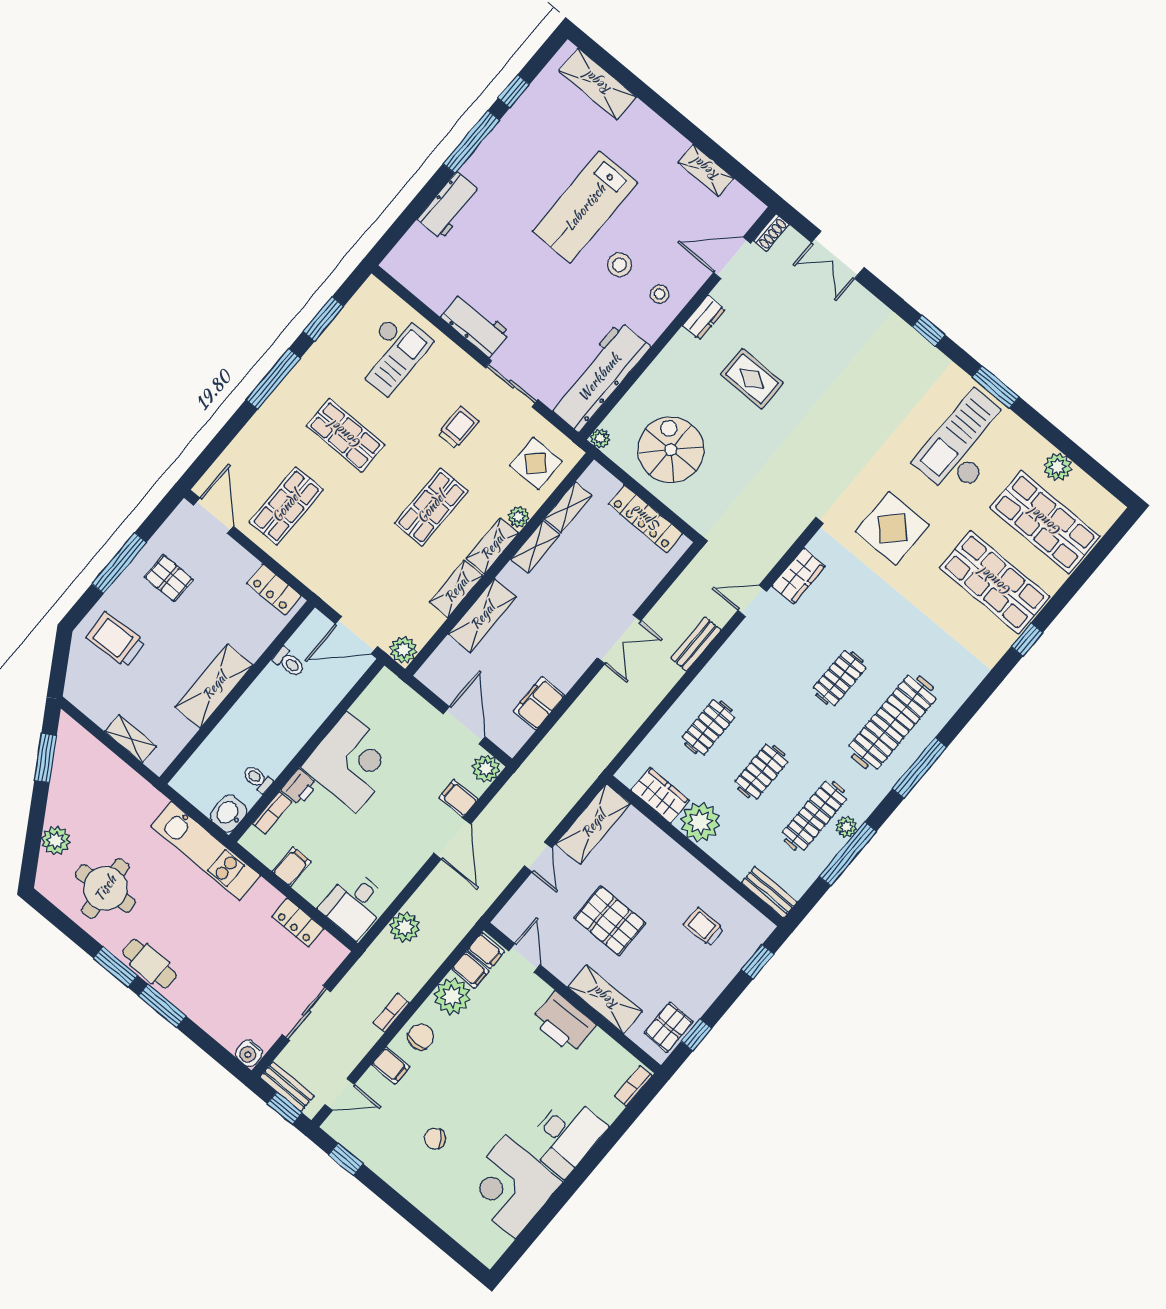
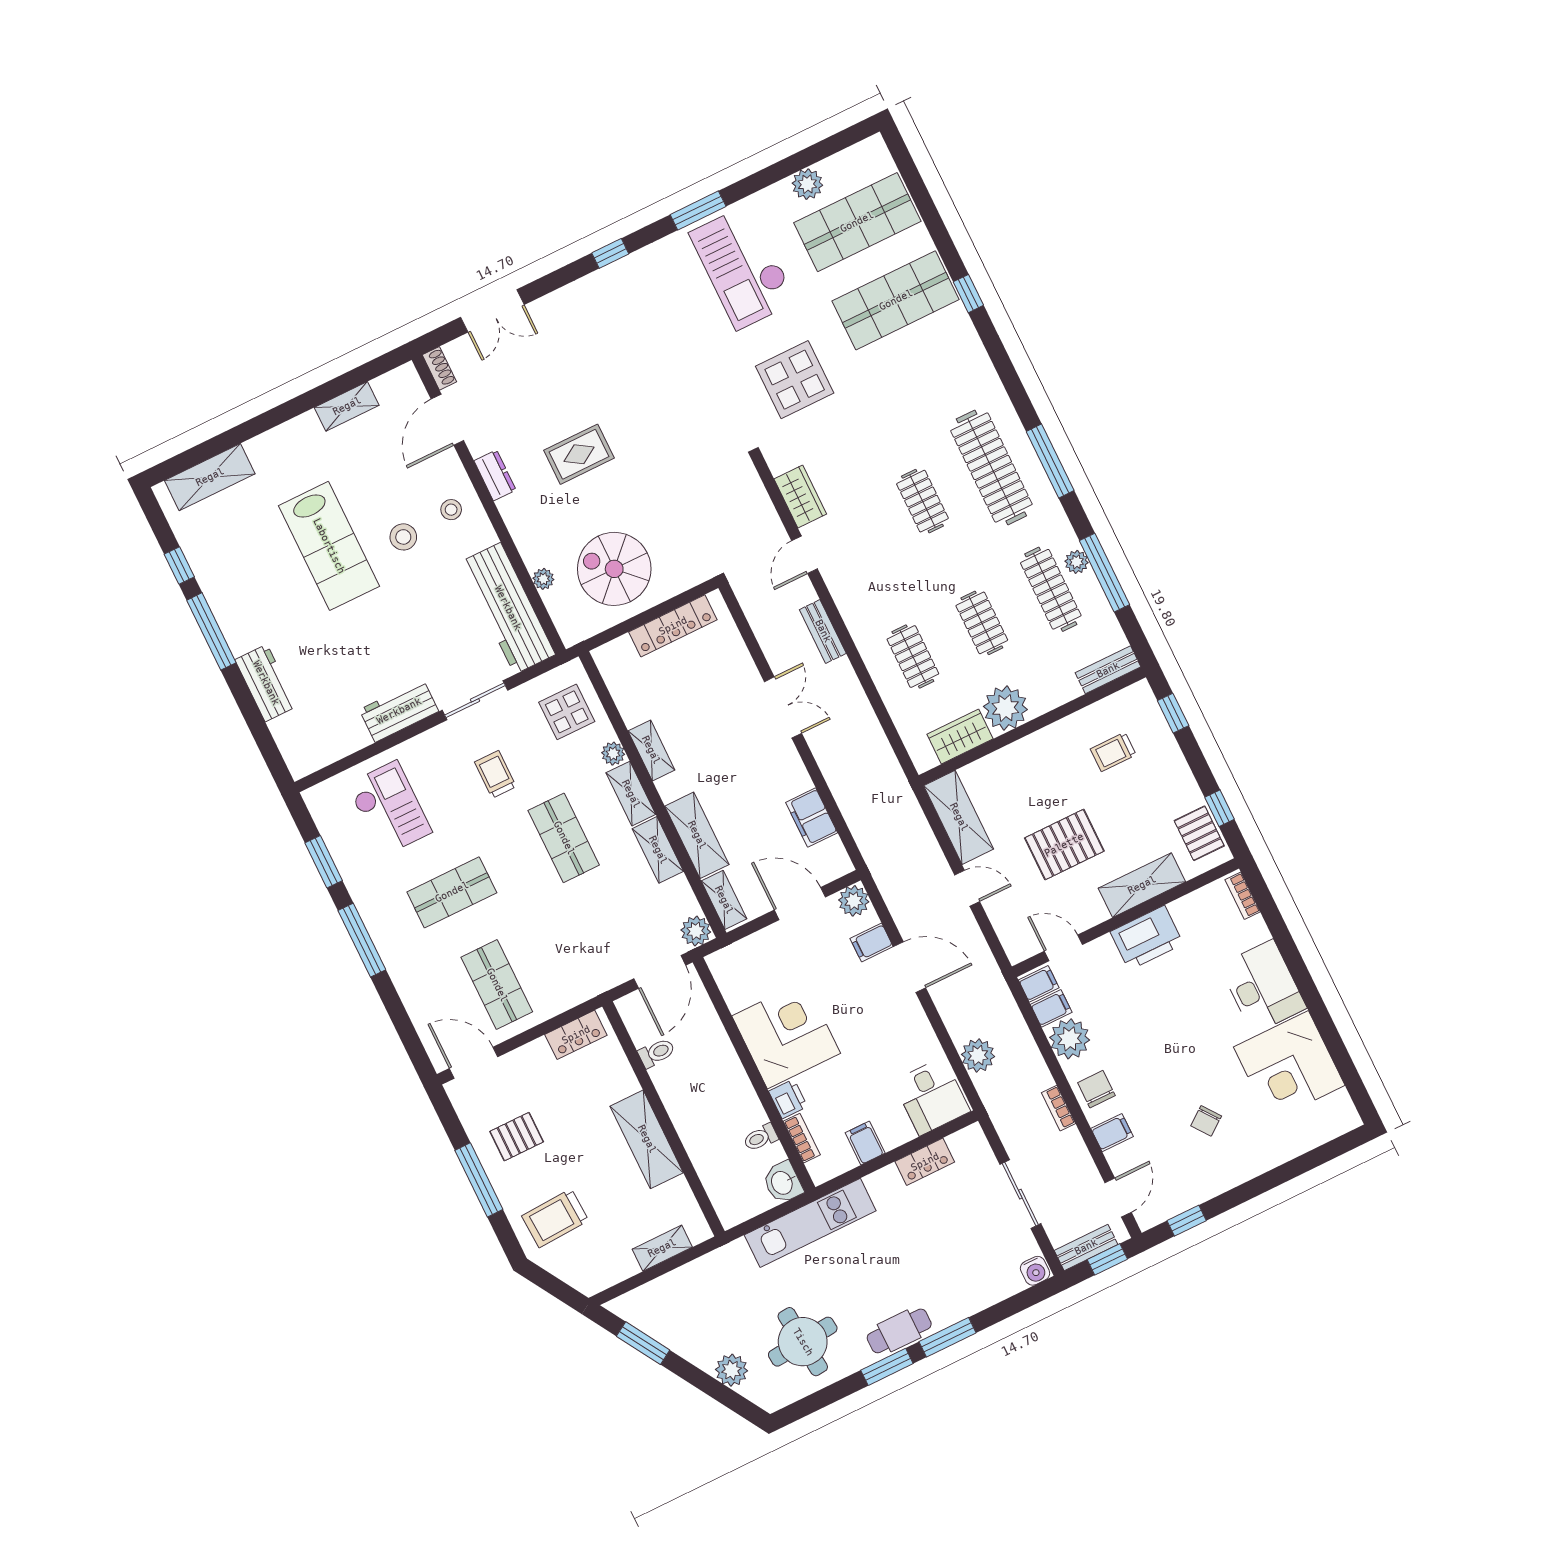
plant: (600, 438) -> (543, 579), moved
shelving: (568, 507) -> (724, 900), moved

